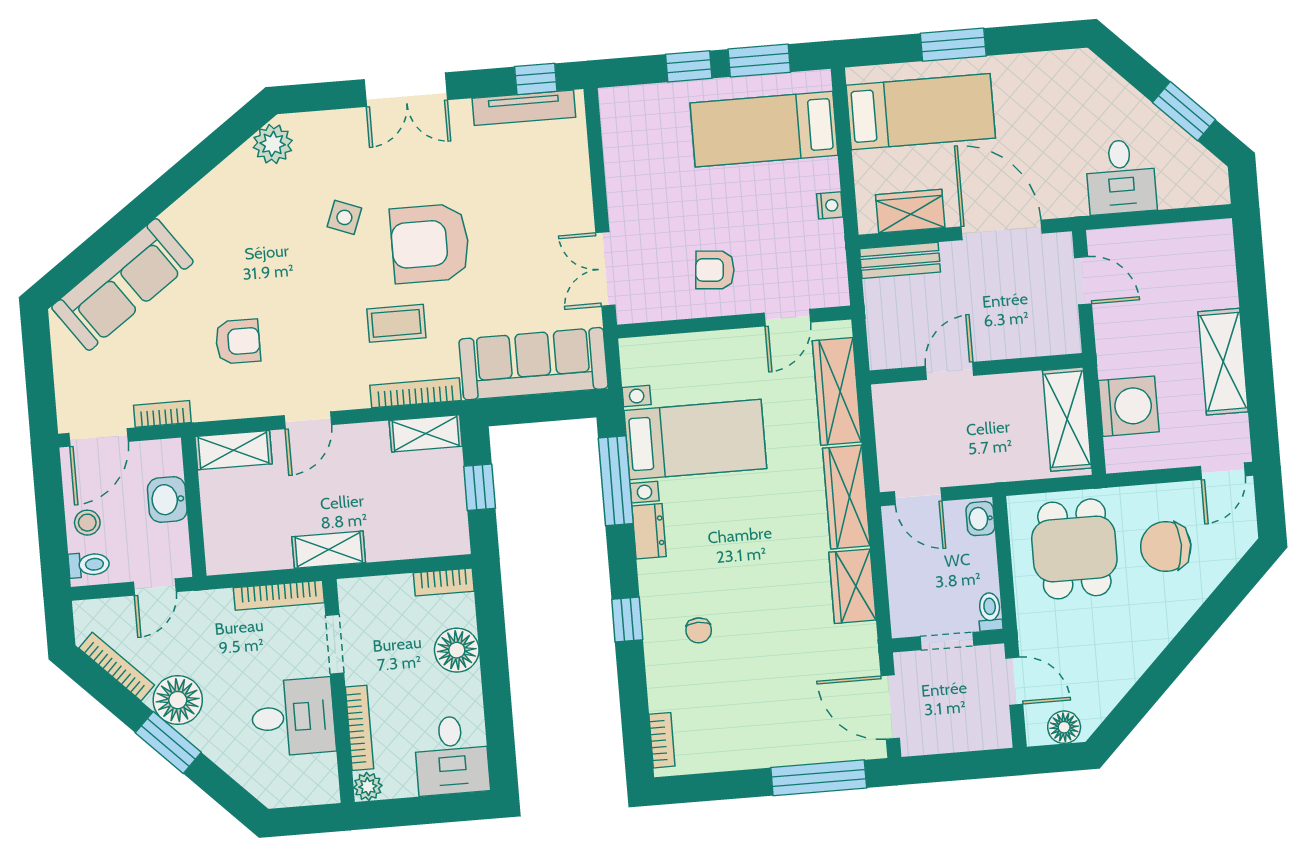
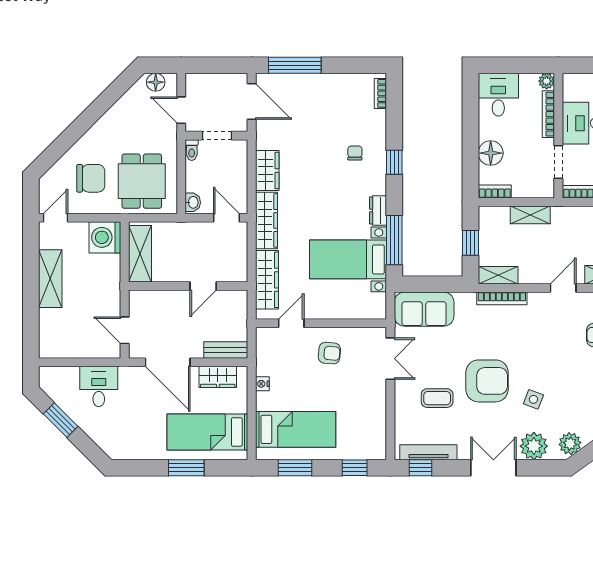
window: (689, 66) -> (355, 468), moved
plant: (337, 134) -> (534, 446), added
coffee table: (396, 323) -> (437, 398), moved
sofa: (534, 364) -> (424, 309), width x0.73
washing machine: (1129, 406) -> (105, 237), moved
shelving: (329, 550) -> (530, 215), moved

